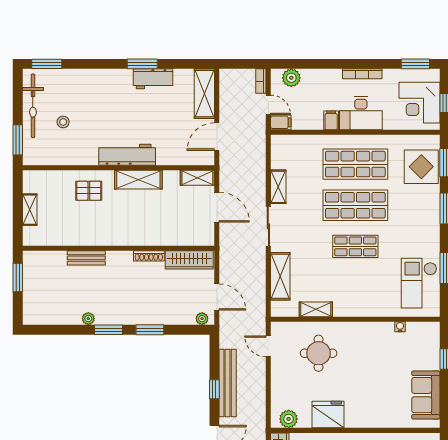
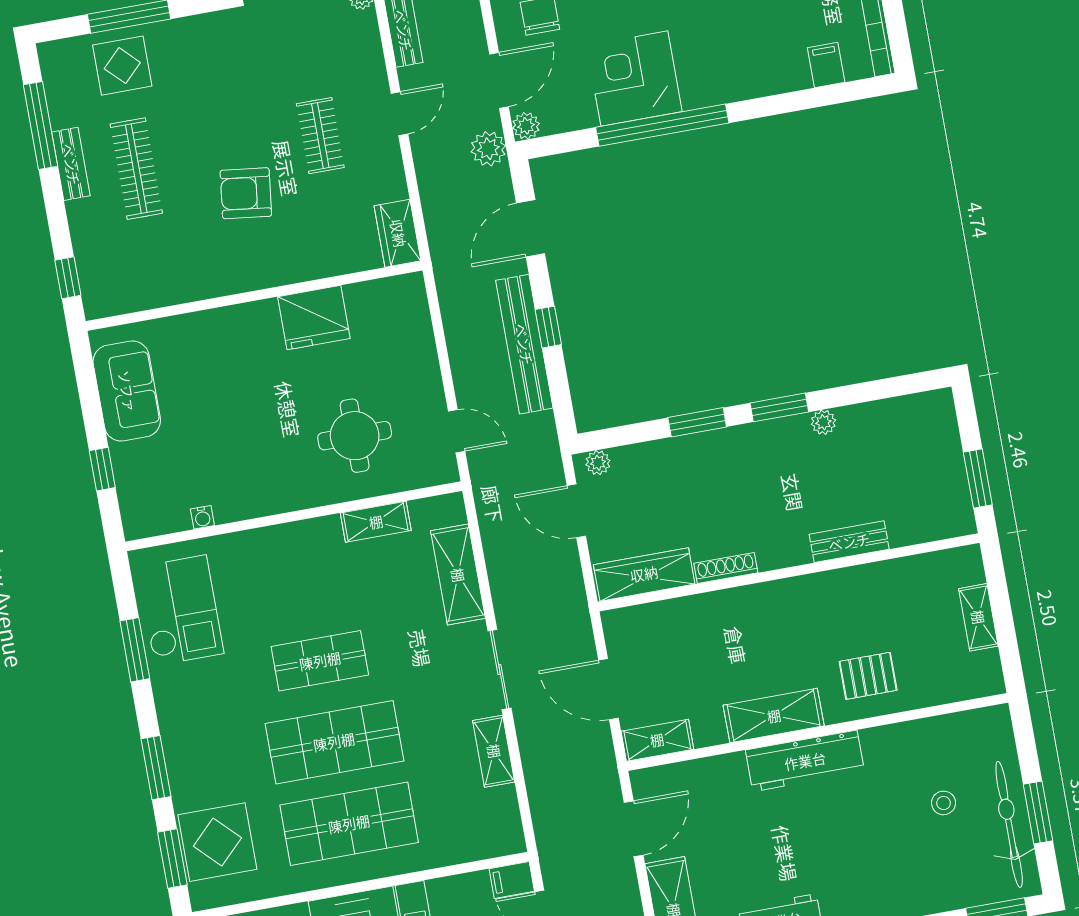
window: (18, 140) -> (1038, 812), moved
plant: (289, 419) -> (391, 295), removed

